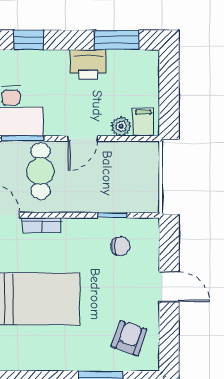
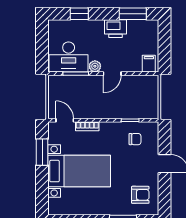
plant: (121, 126) -> (95, 66), moved
cafe table: (41, 171) -> (86, 93), removed
armchair: (129, 338) -> (140, 195), turned 71

